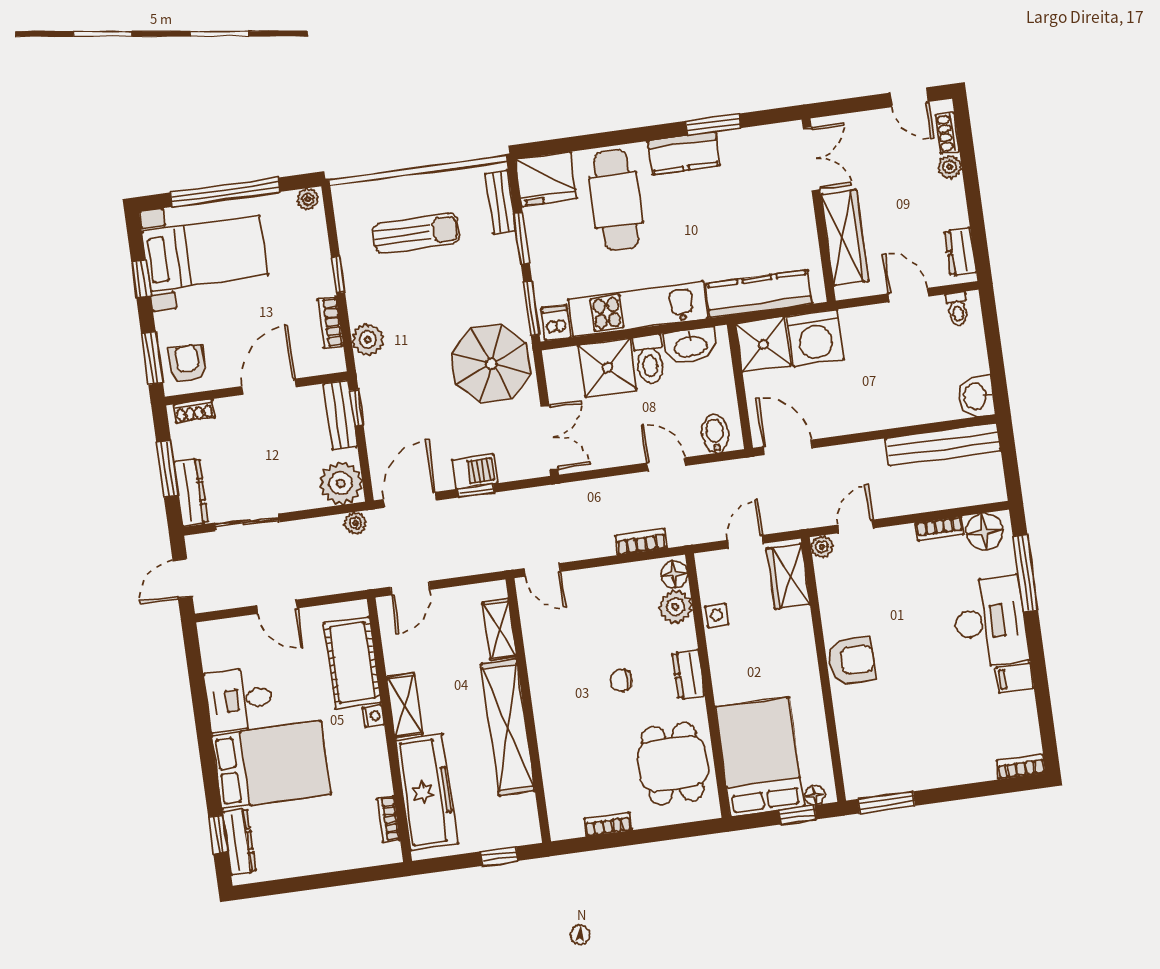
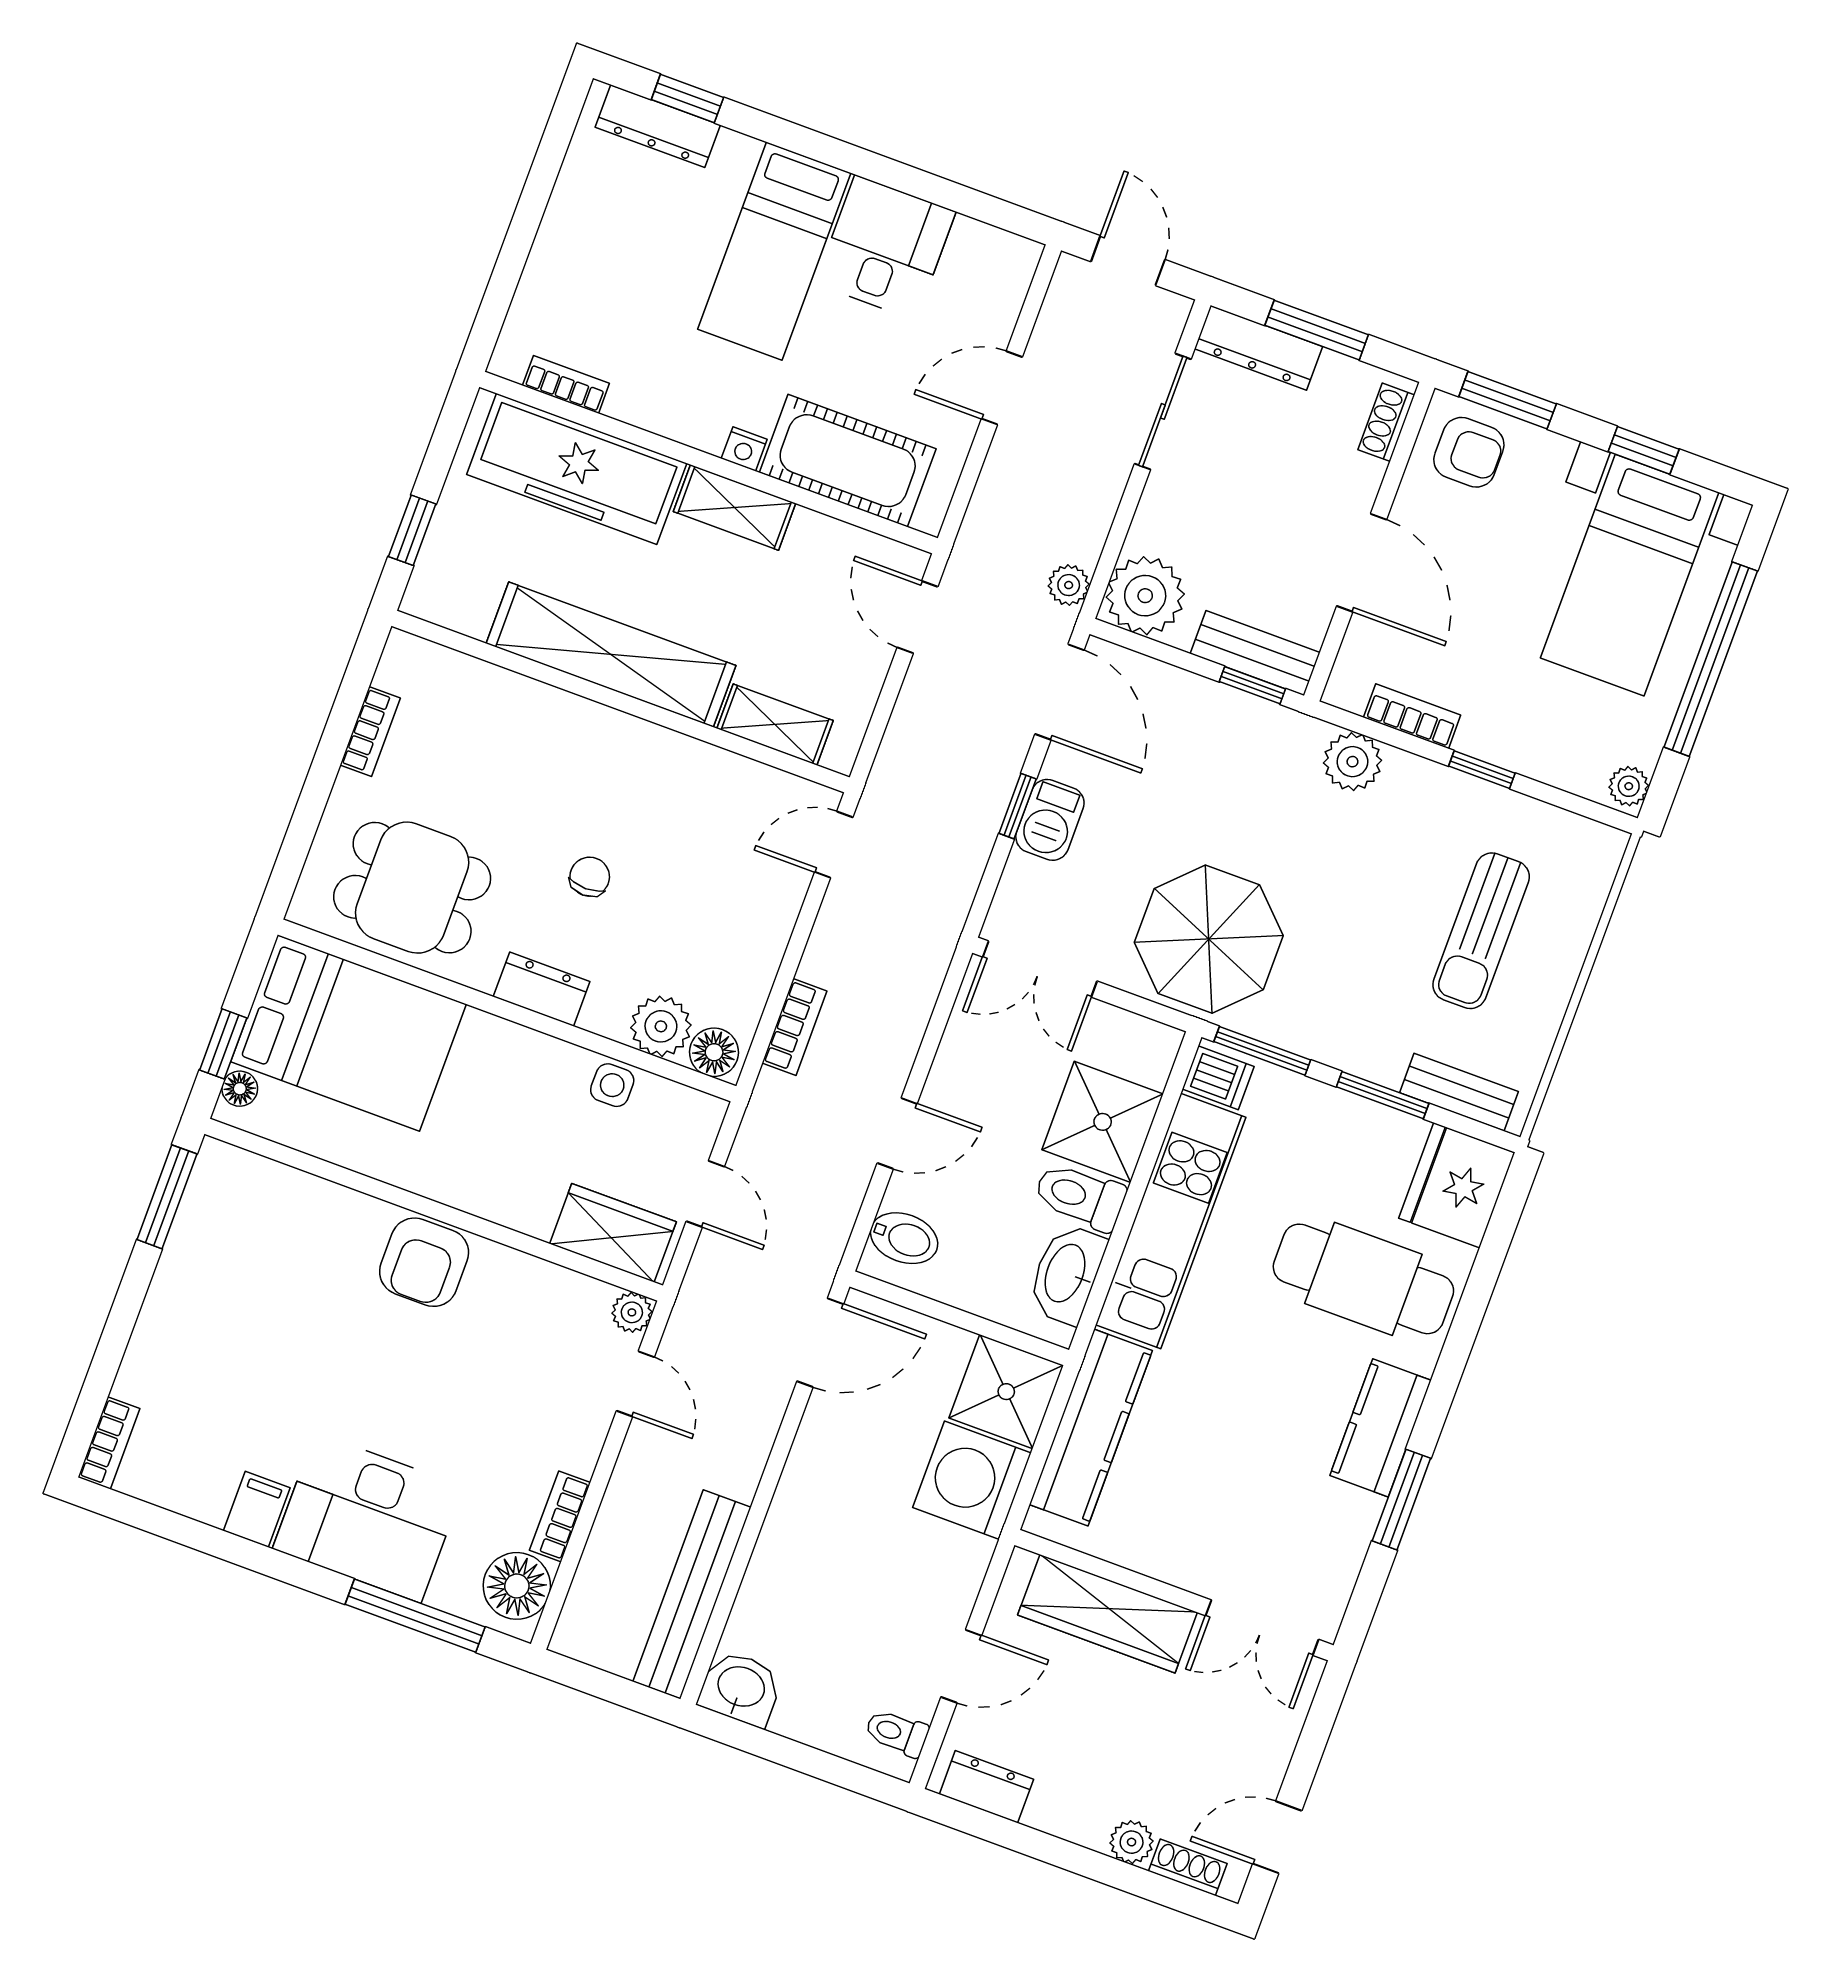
bed: (271, 765) -> (774, 251), width x0.67

